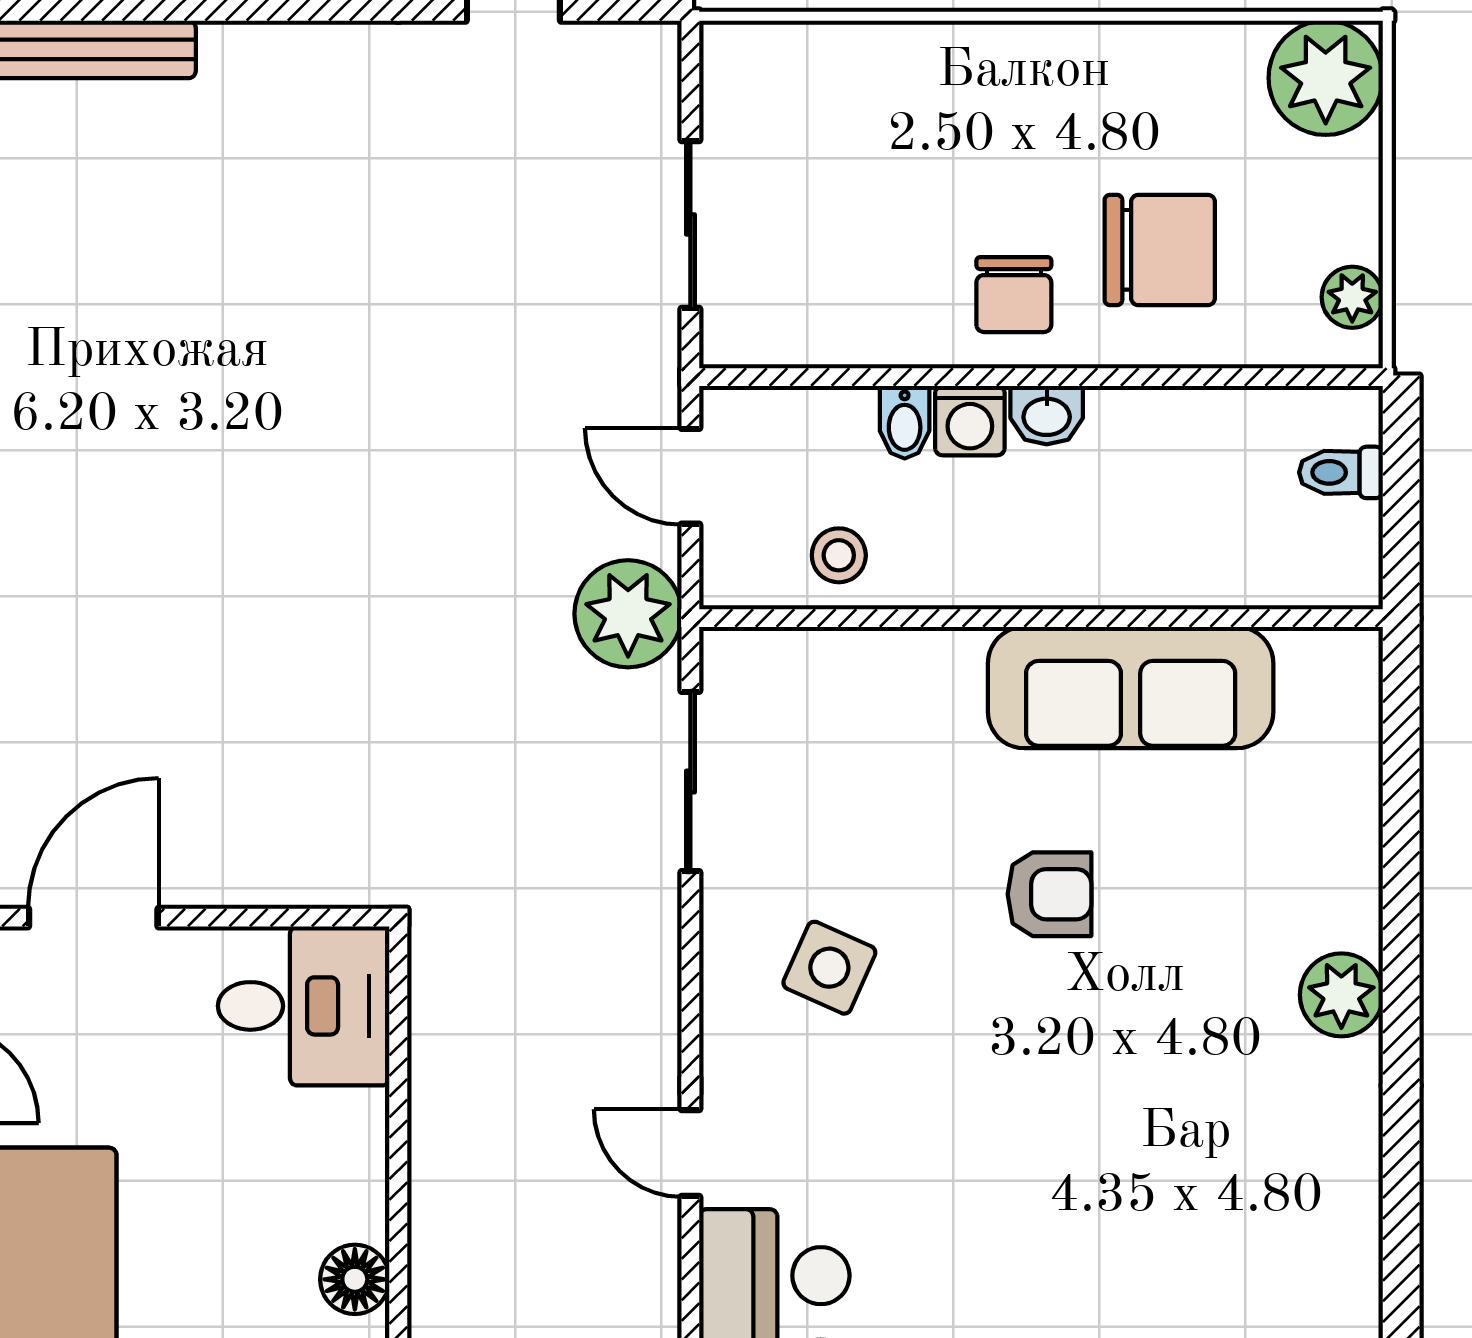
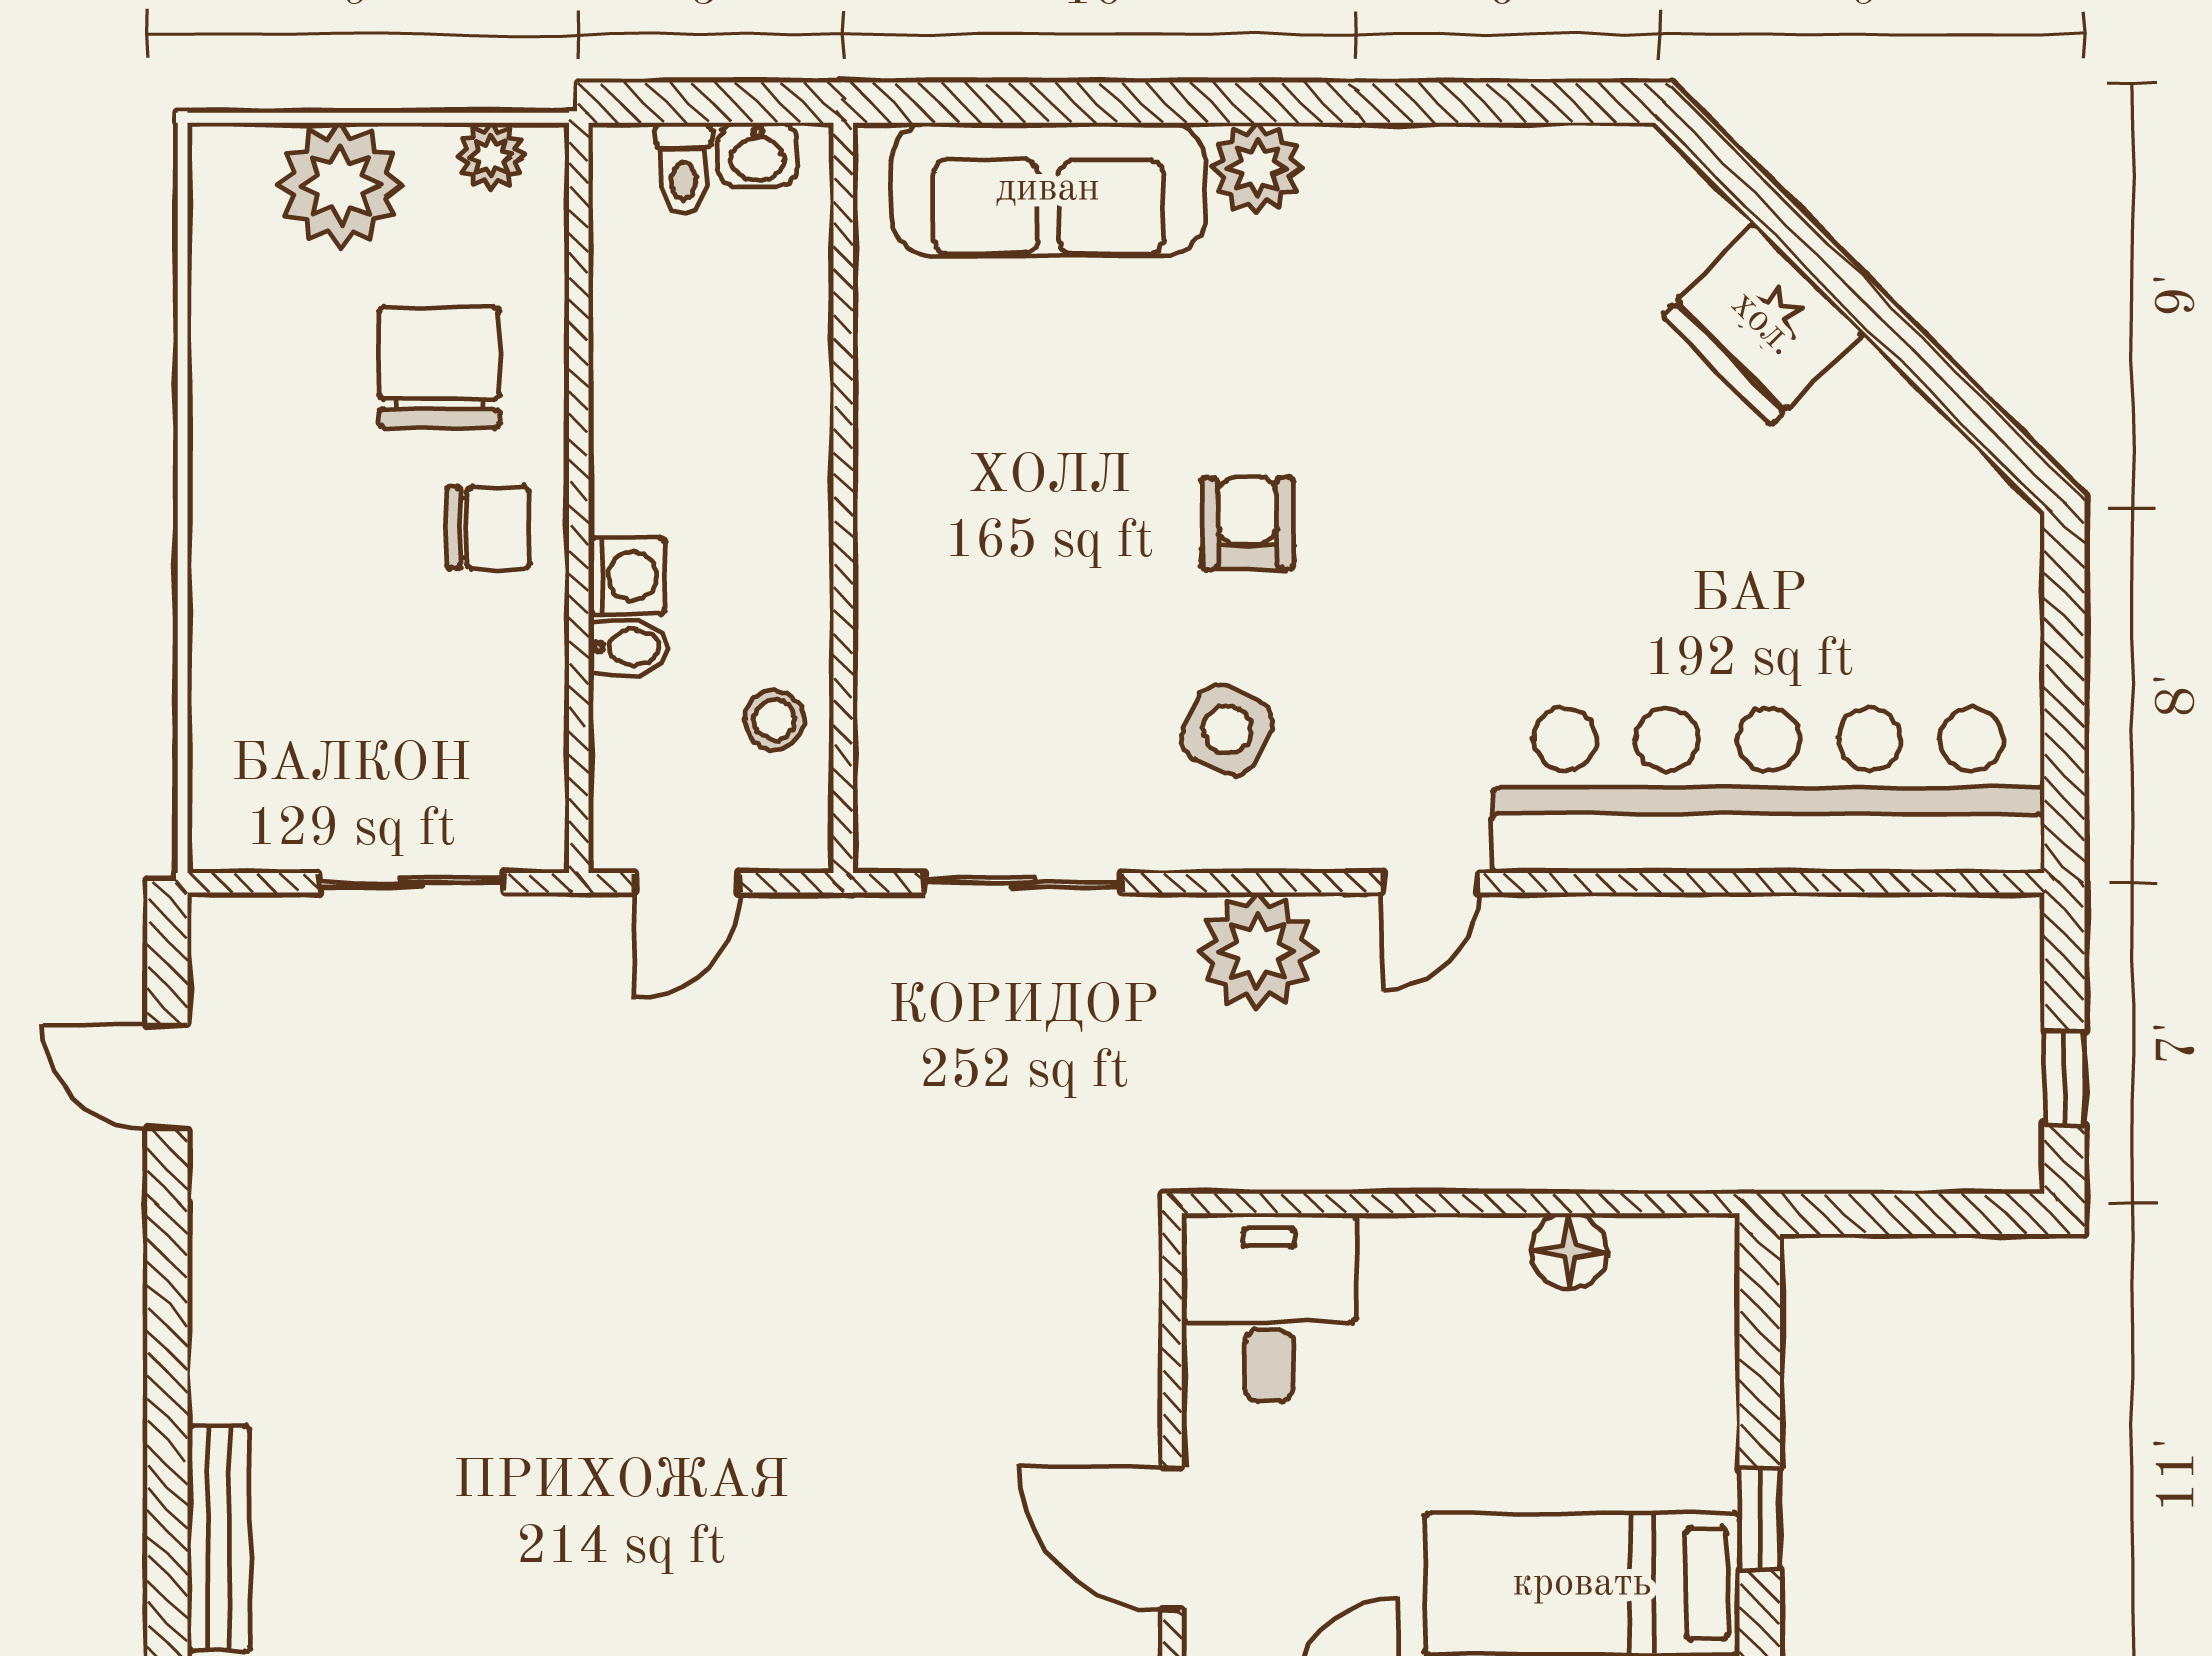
plant: (1326, 78) -> (340, 185), moved
washbasin: (1047, 415) -> (758, 155), moved, turned 90
plant: (628, 614) -> (1257, 951), moved
sofa: (1131, 688) -> (1048, 189), moved, turned 90
armchair: (1049, 894) -> (1247, 523), moved

